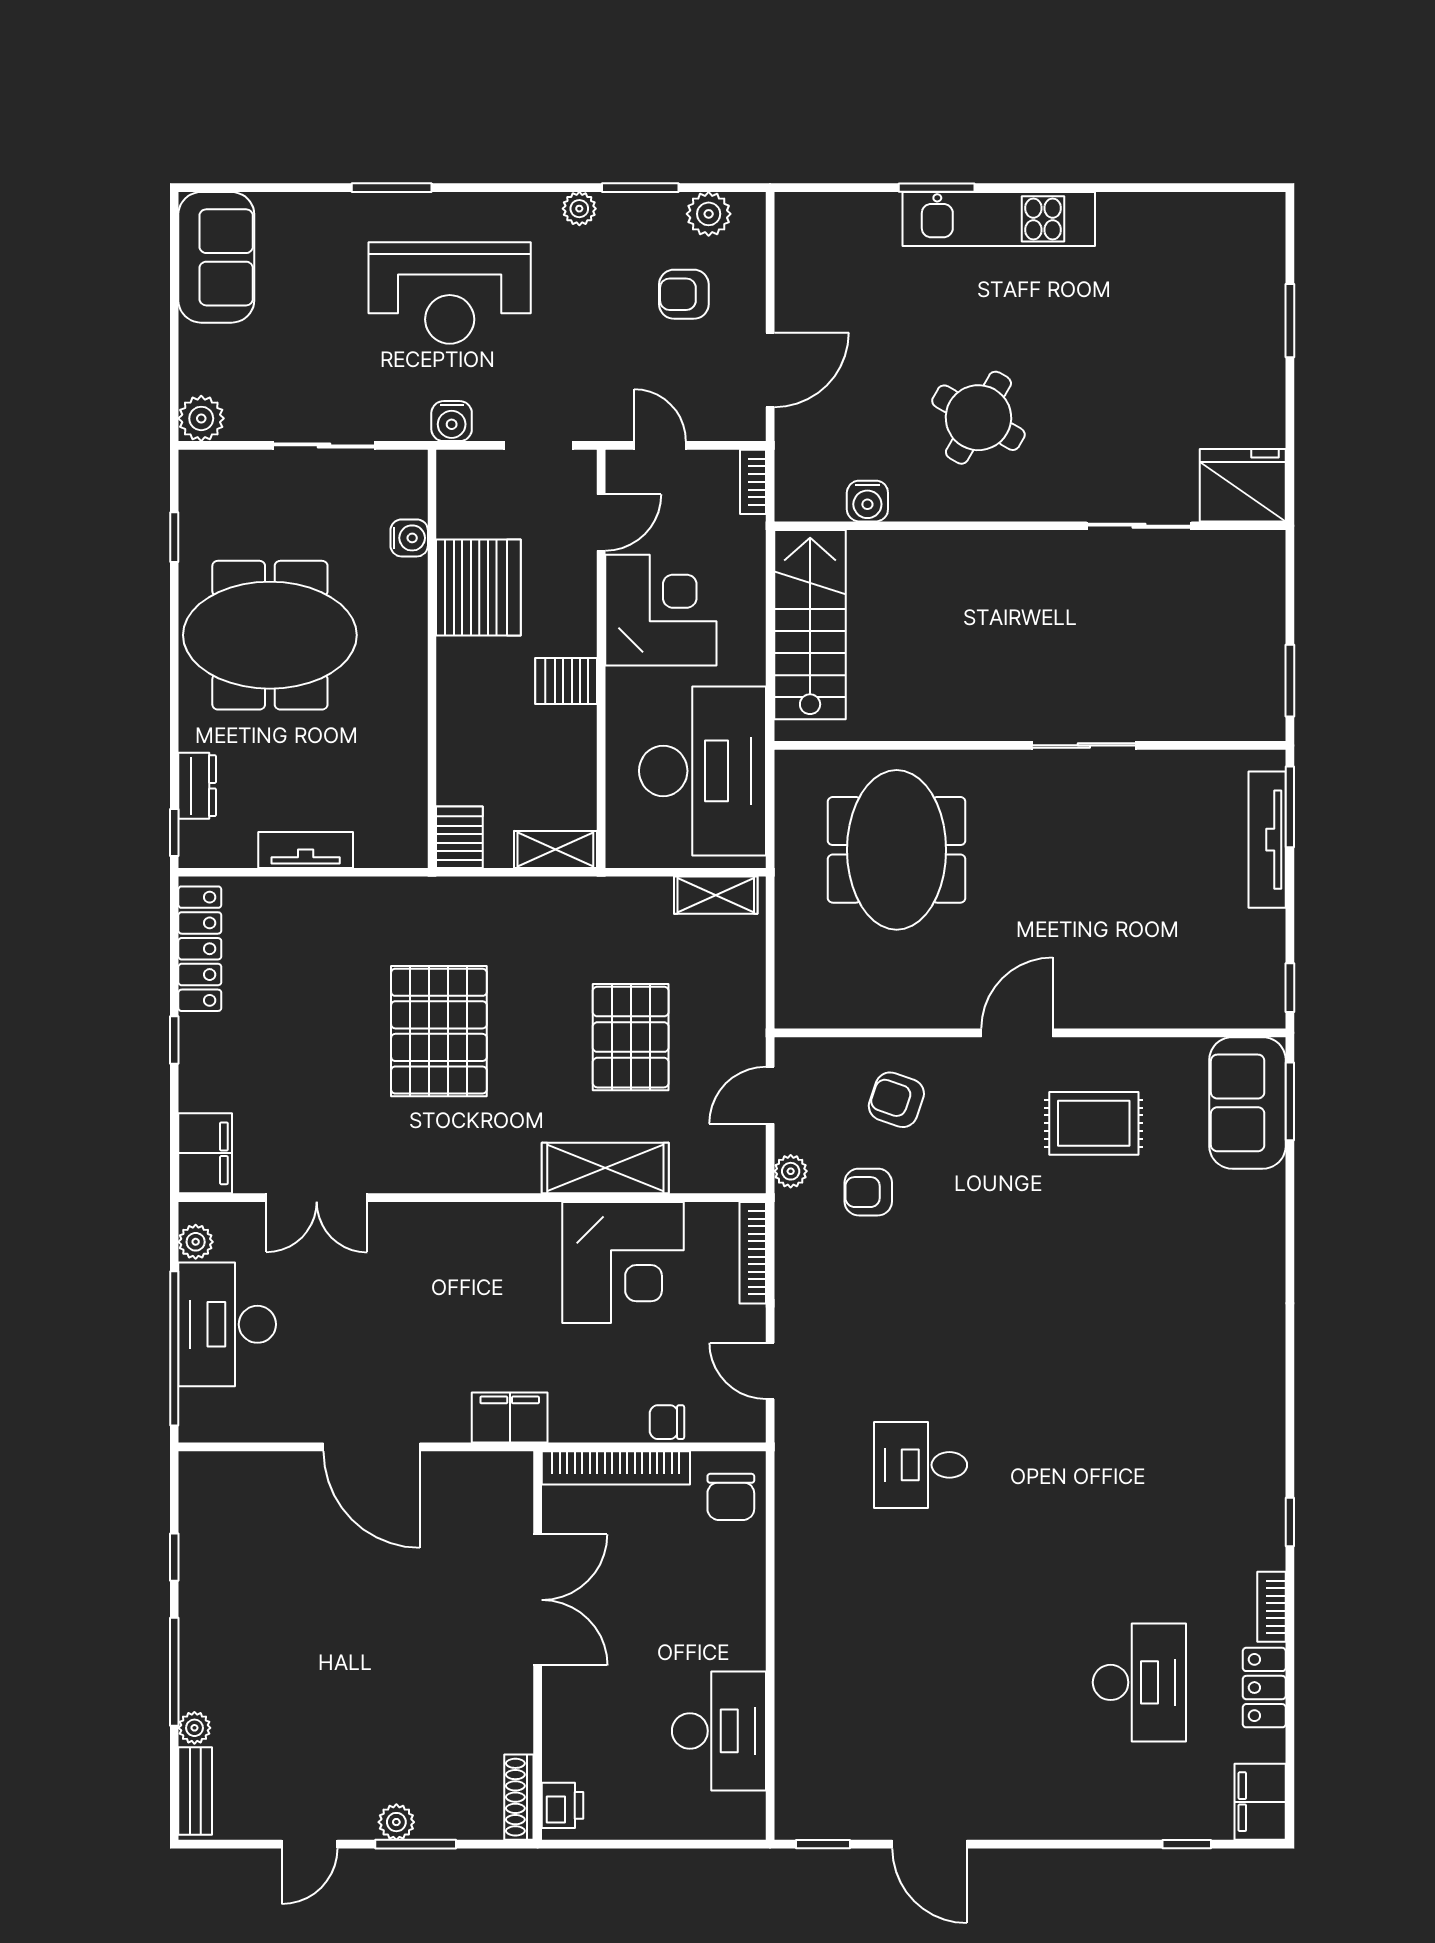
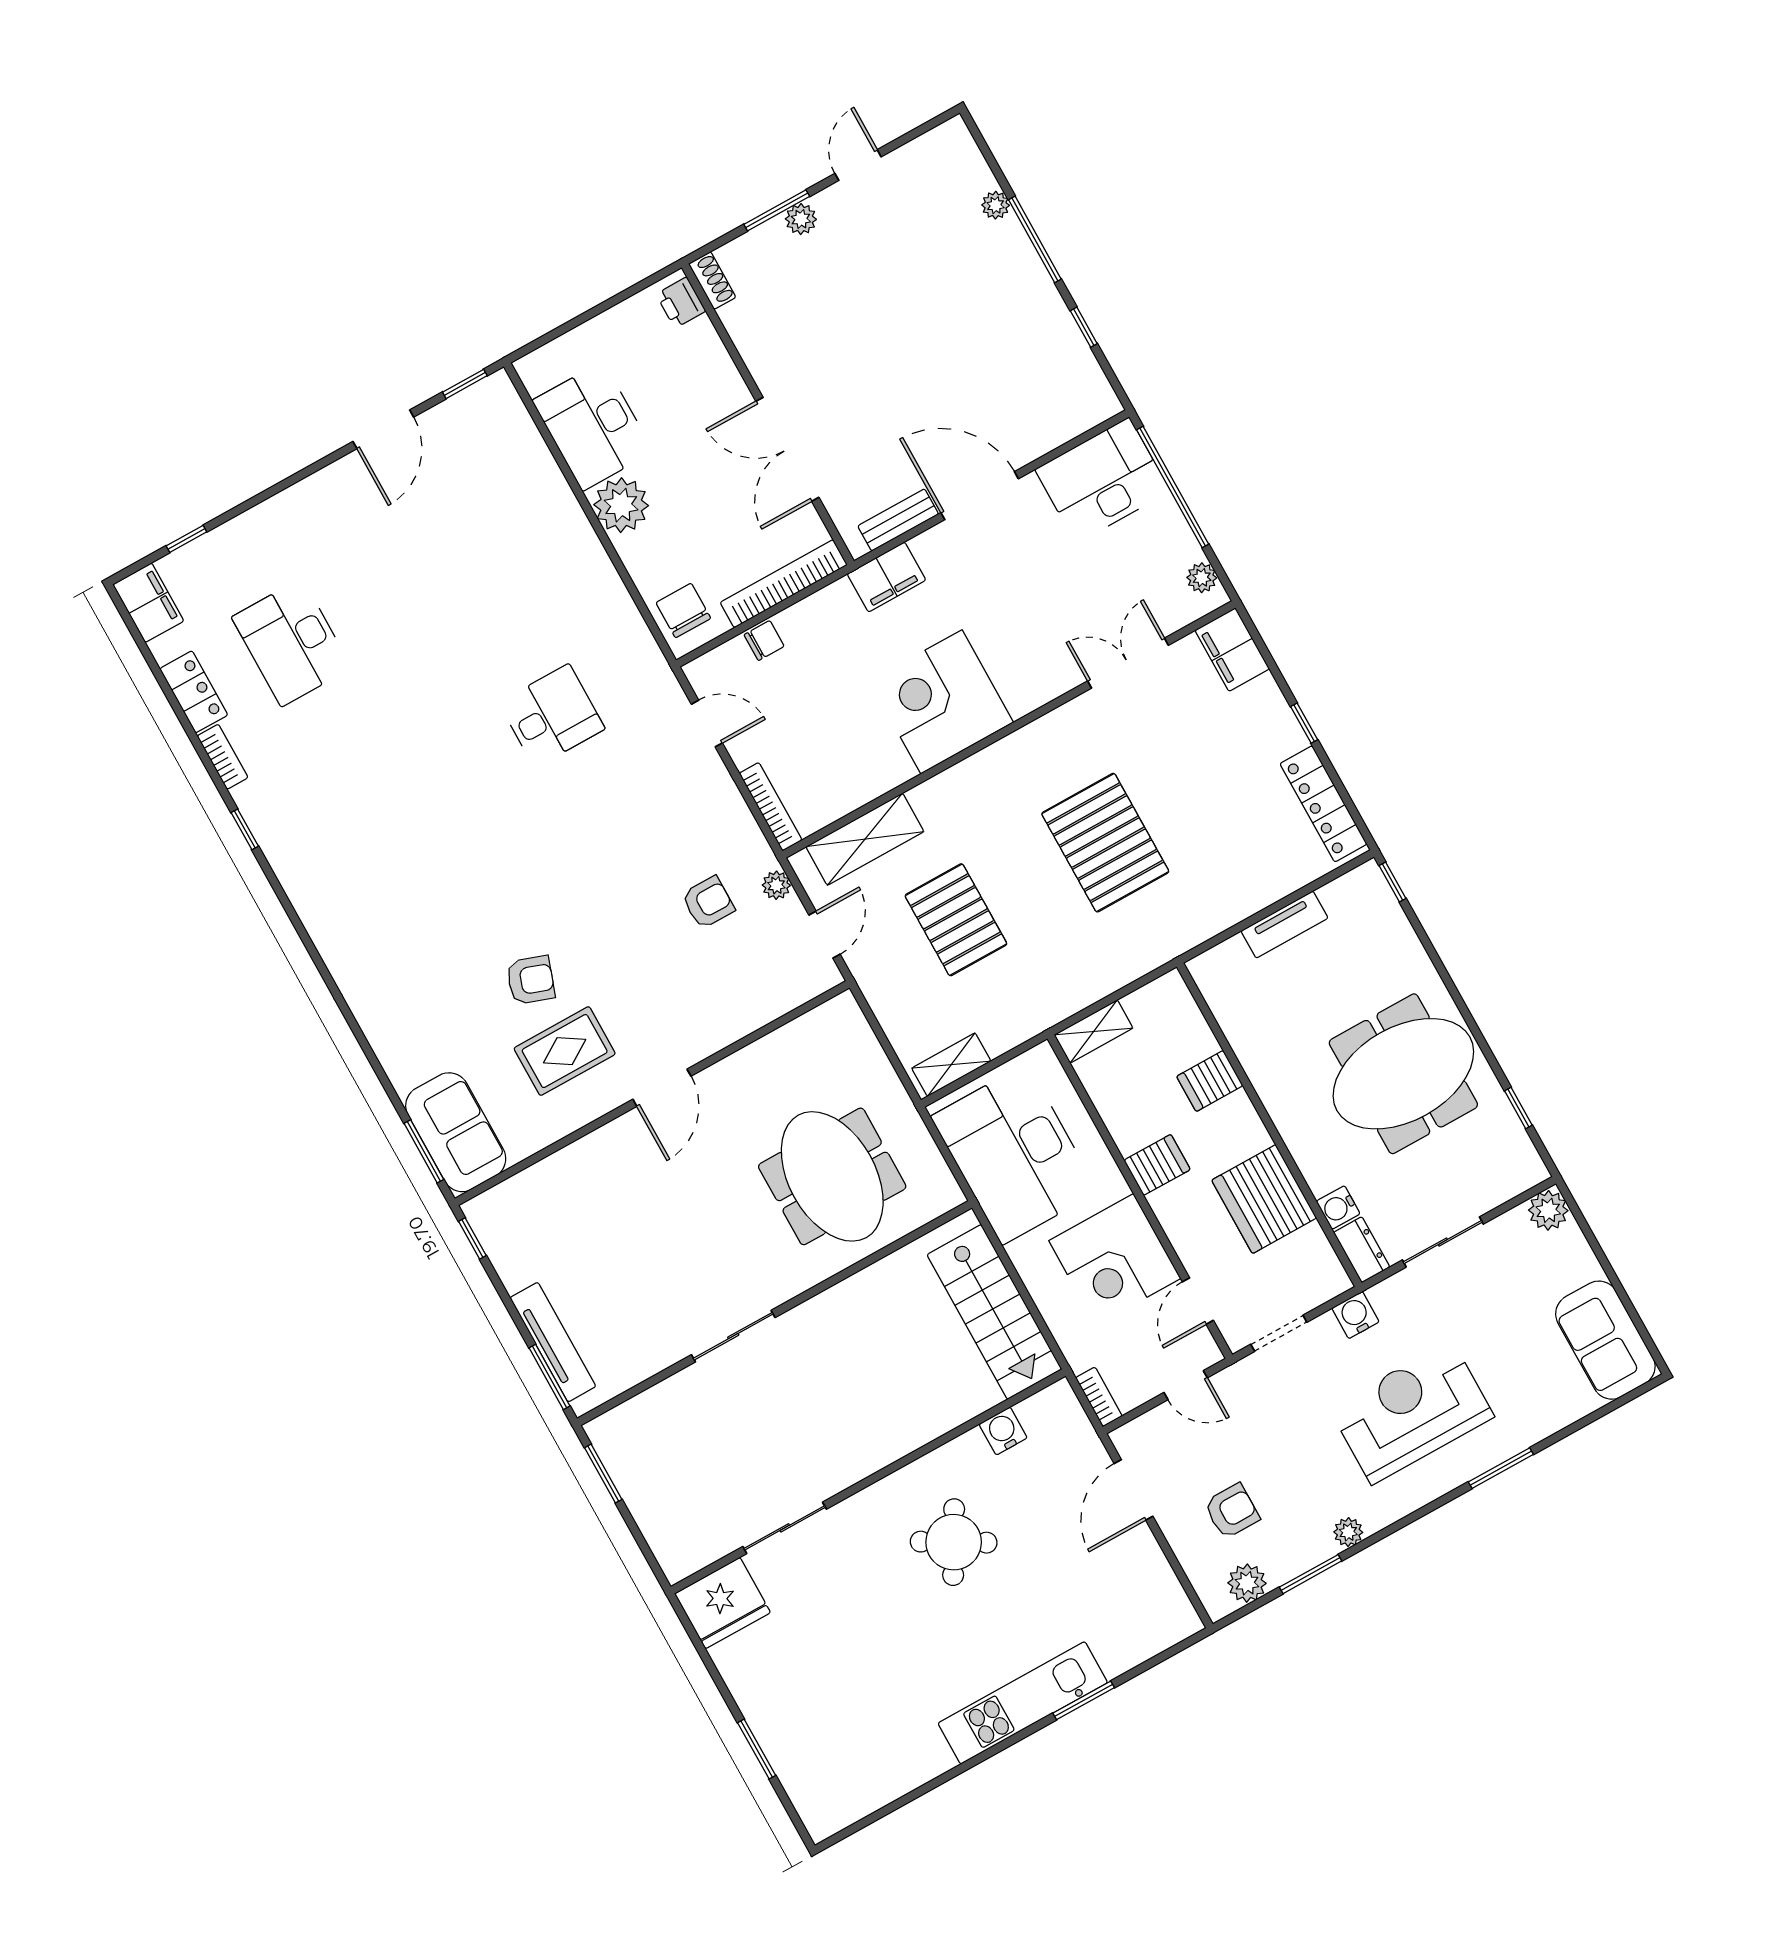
dresser: (197, 786) -> (1362, 1250), moved, turned 180
server rack: (459, 837) -> (1210, 1081), moved, turned 90
armchair: (896, 1100) -> (531, 980), moved
shelving: (605, 1168) -> (865, 839), moved
corner desk: (623, 1263) -> (941, 702), moved
desk: (227, 1324) -> (1103, 480), moved, turned -90
plant: (734, 1636) -> (621, 505), added
bench: (195, 1791) -> (898, 520), moved, turned 90
shoe rack: (519, 1797) -> (712, 281), width x0.70
door: (930, 1844) -> (383, 429), swing flipped

